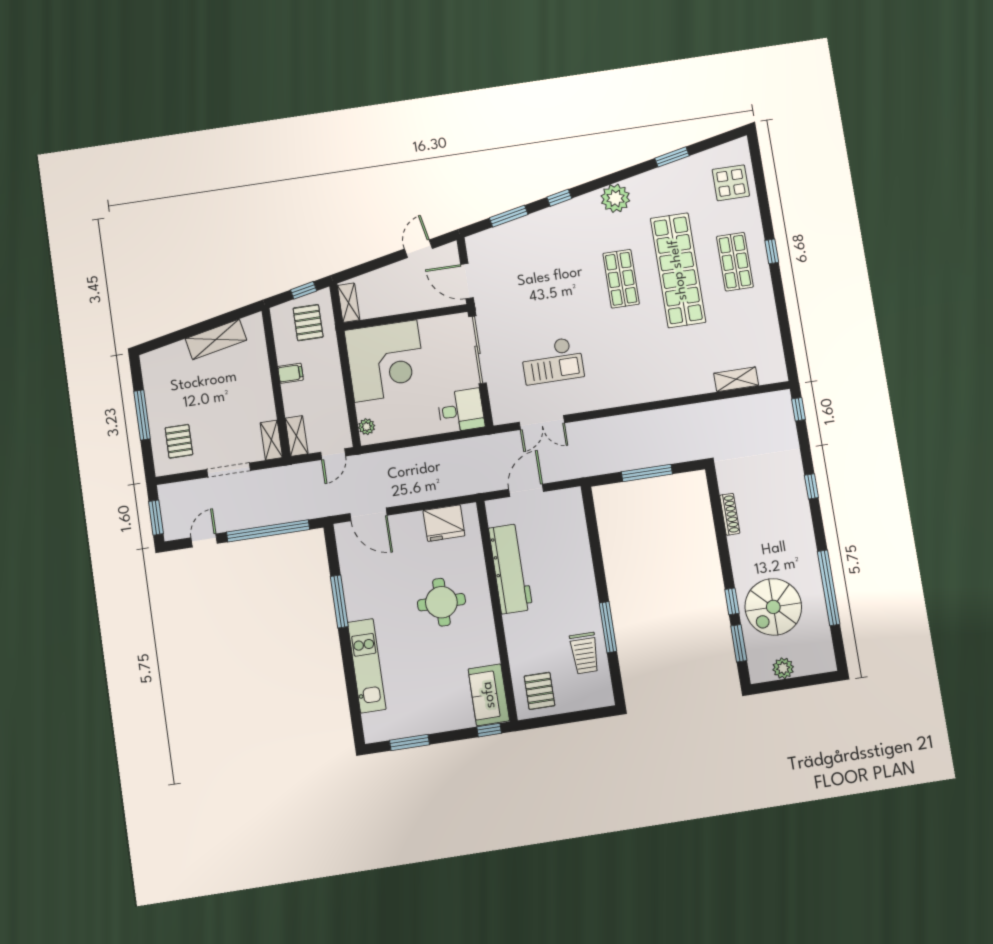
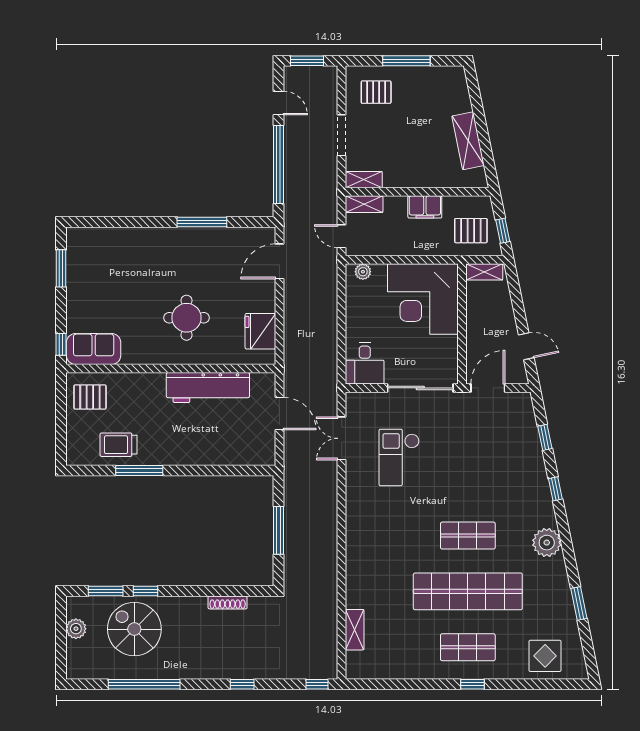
window: (509, 216) -> (545, 437), width x0.67
filing cabinet: (291, 373) -> (425, 207), width x2.00
kitchen unit: (367, 666) -> (138, 239), removed

